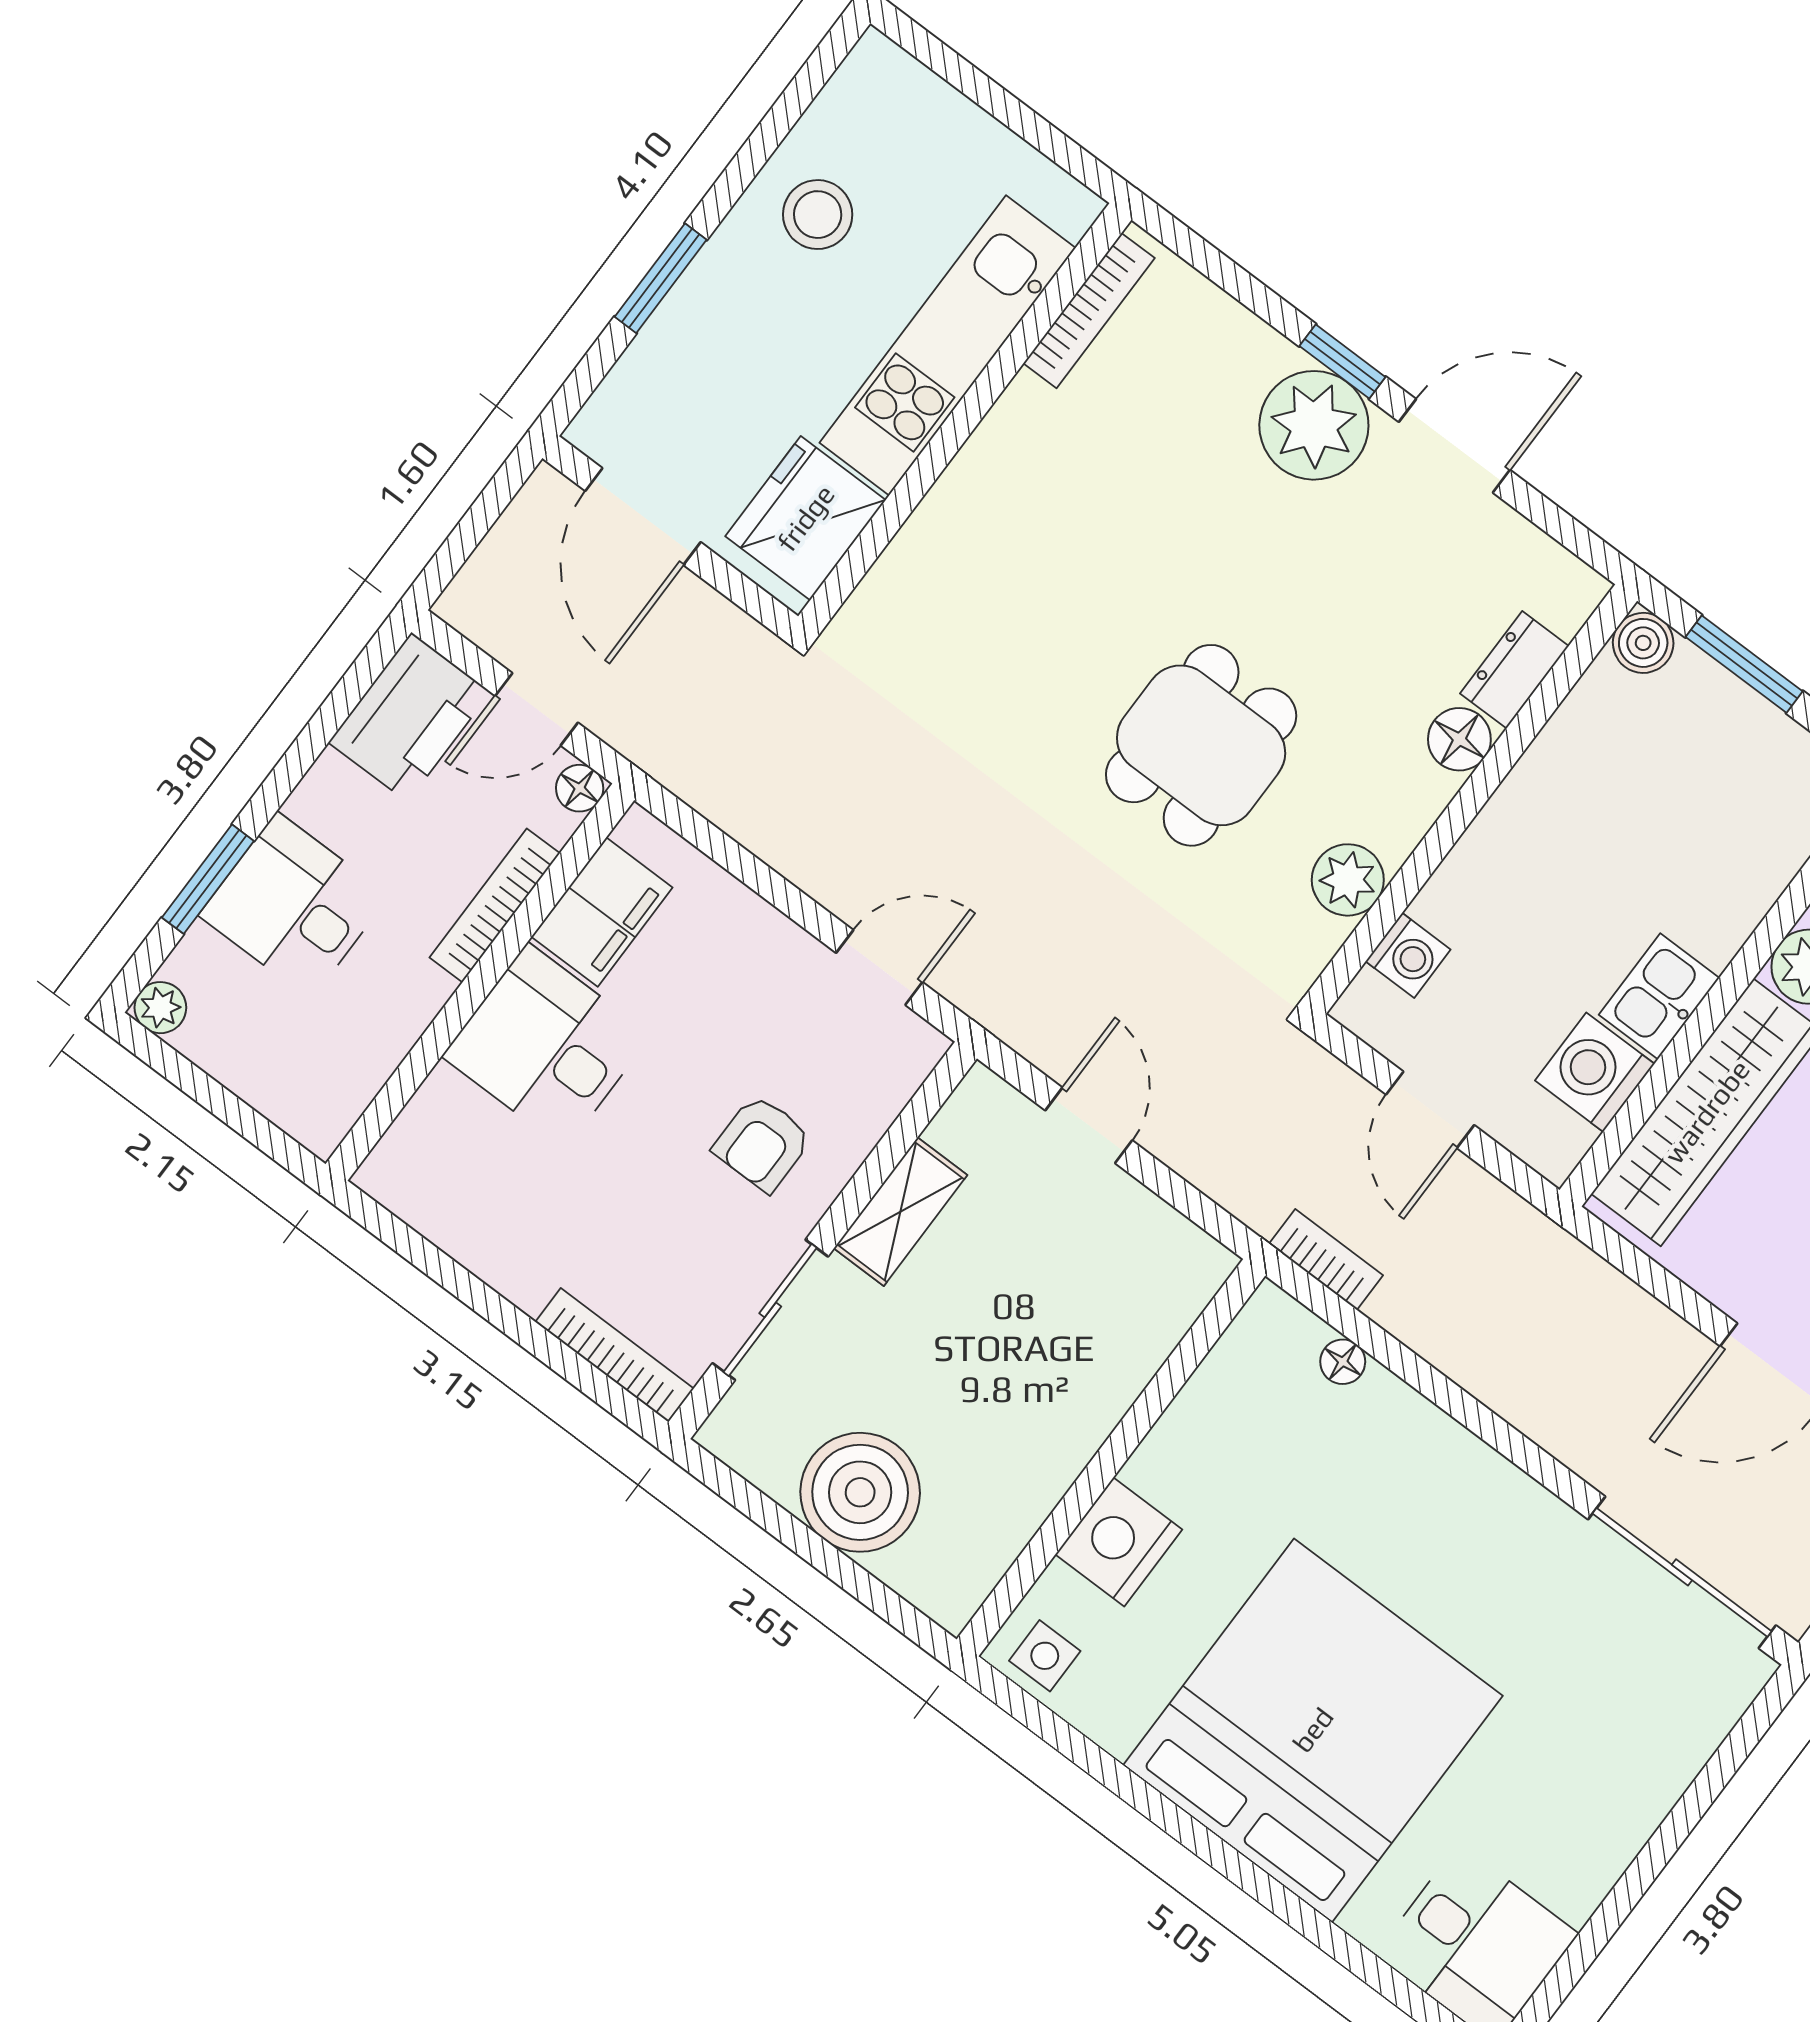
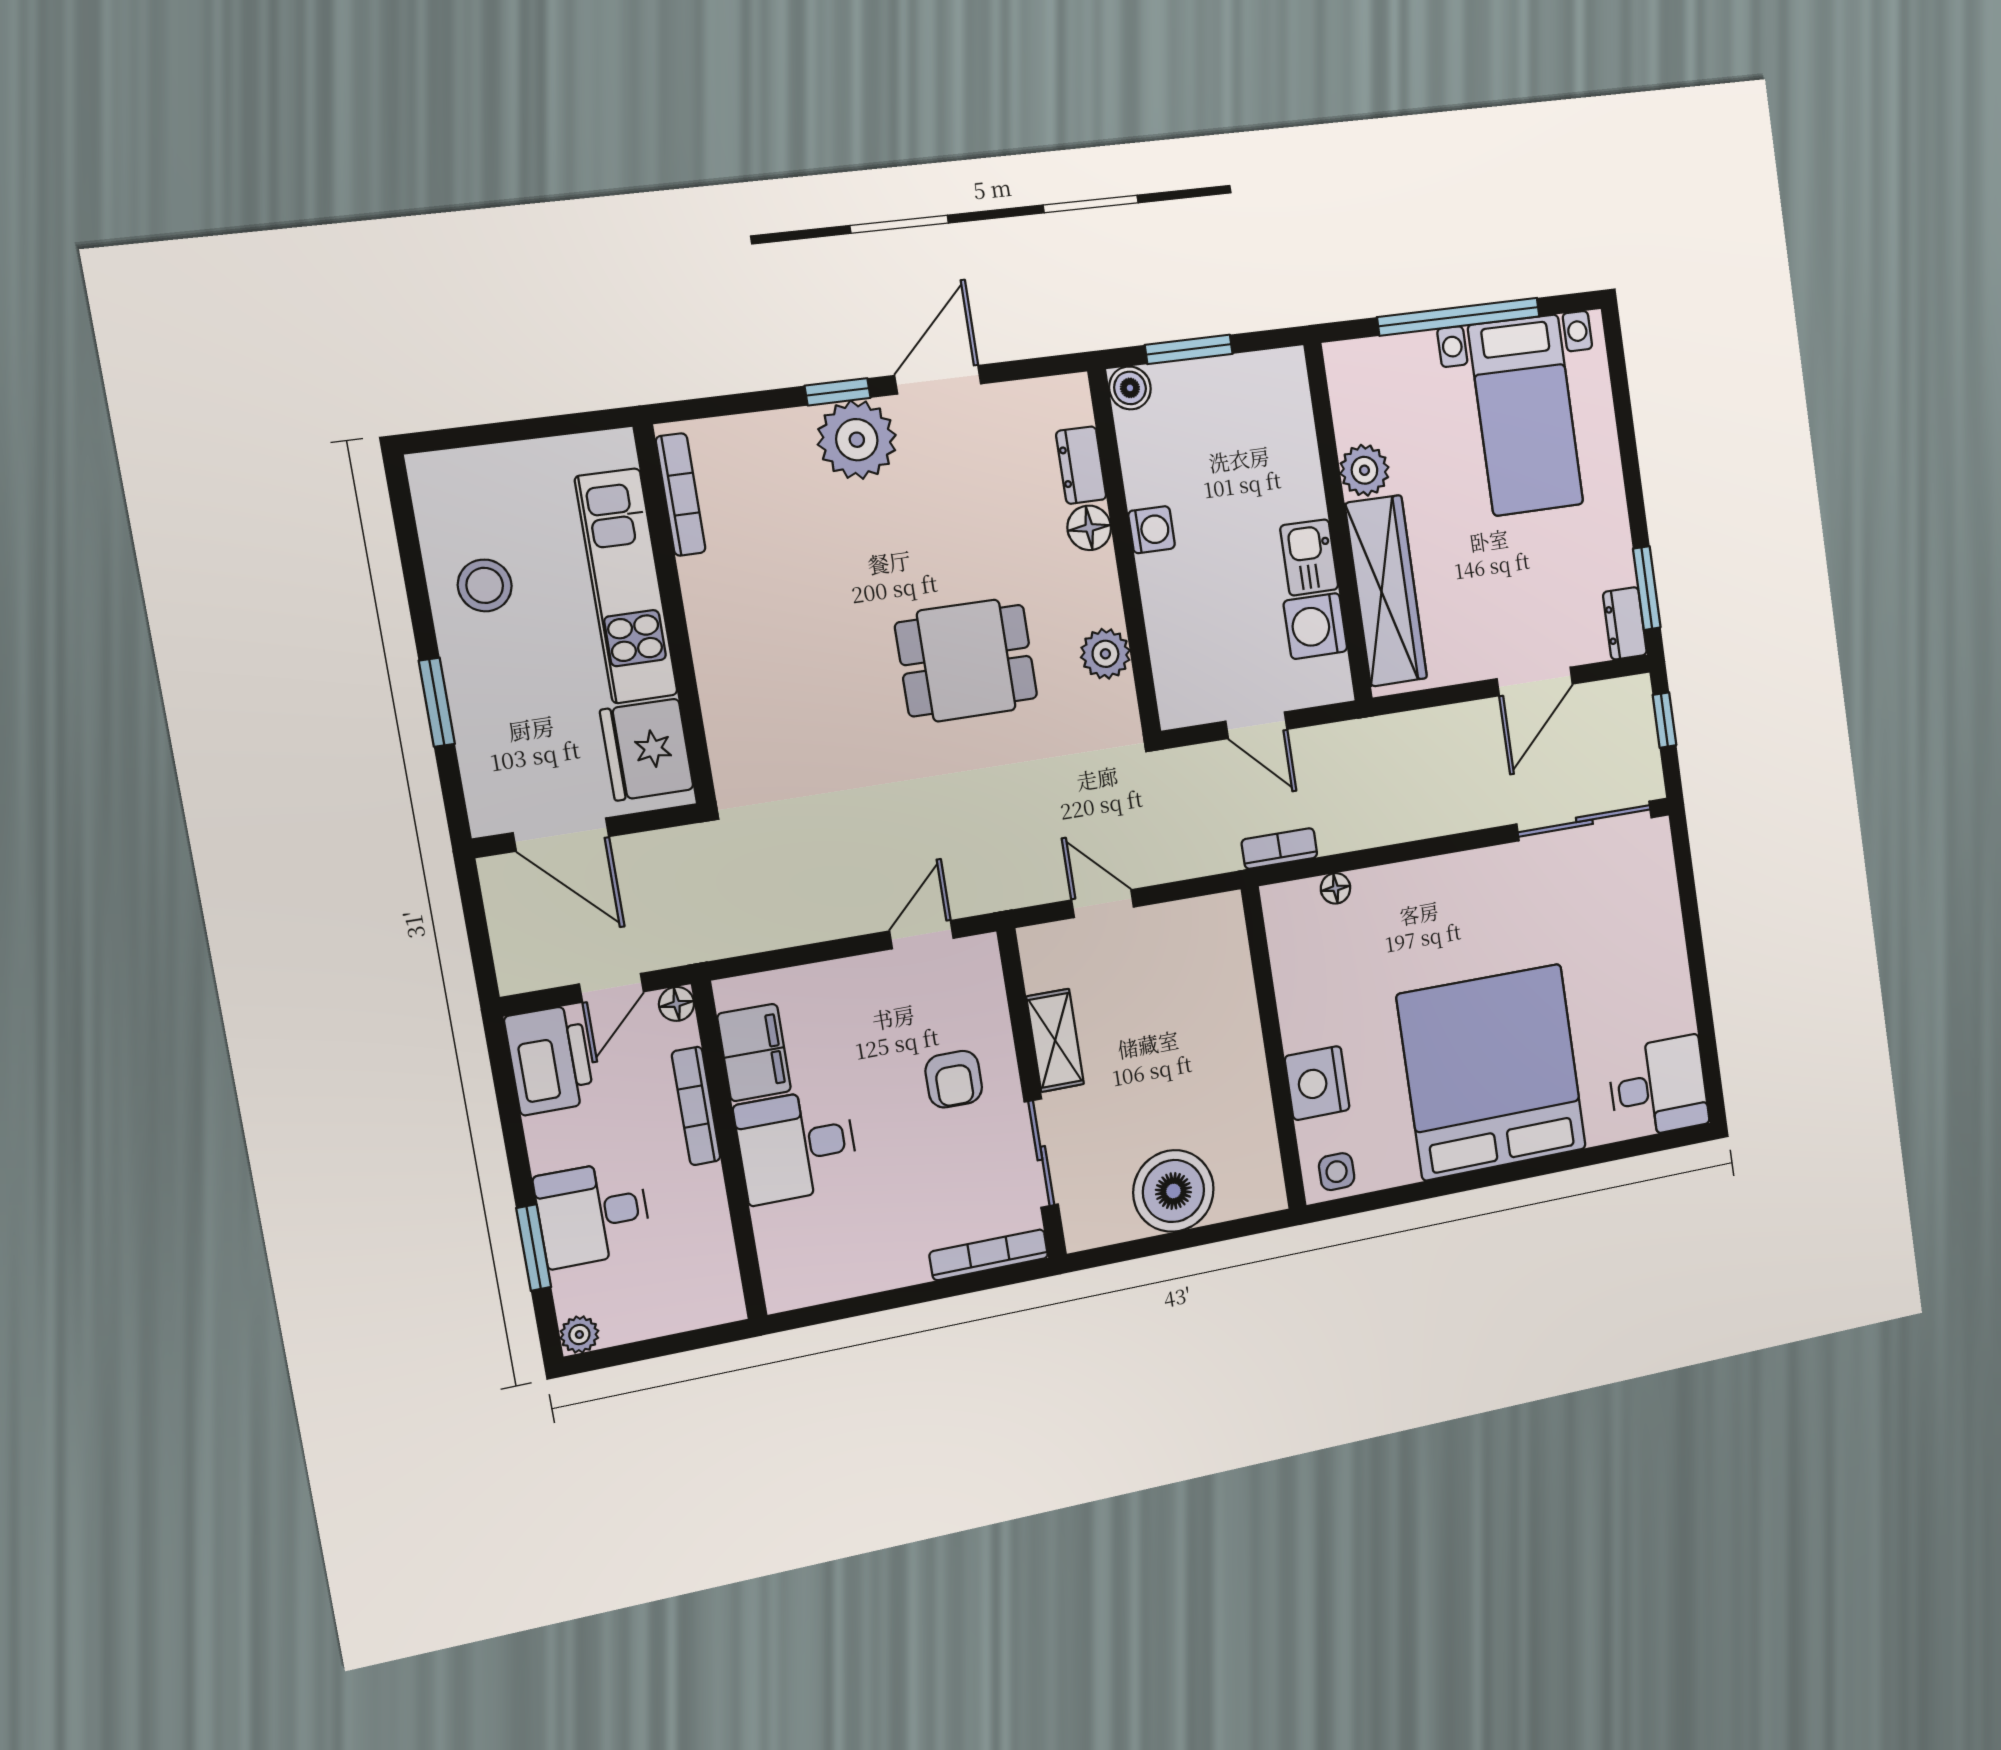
dining table: (1201, 745) -> (966, 661), turned 90
washing machine: (1408, 955) -> (1152, 530), moved

